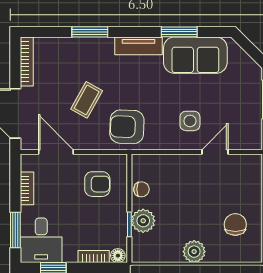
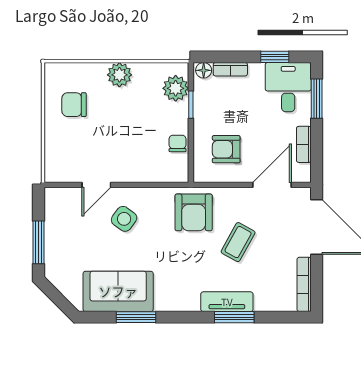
tv unit: (138, 46) -> (227, 302), moved
side table: (190, 121) -> (124, 219), turned 36
armchair: (127, 127) -> (194, 212), turned 88
door: (56, 152) -> (272, 185), swing flipped
chair: (141, 189) -> (178, 143), turned 90
plant: (143, 221) -> (176, 88), moved
chair: (235, 224) -> (74, 105), turned 90

